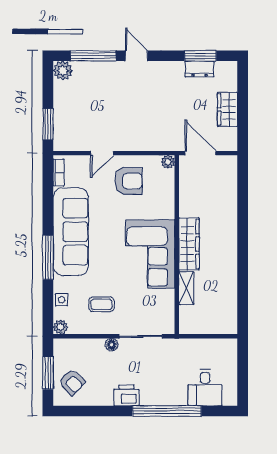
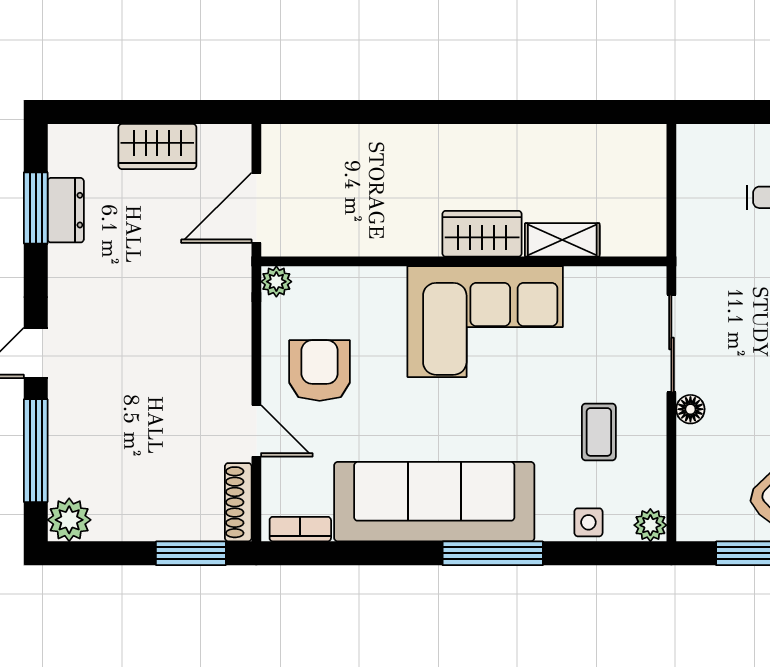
shoe rack: (70, 145) -> (238, 502), added
wardrobe: (189, 244) -> (482, 234), width x0.67

